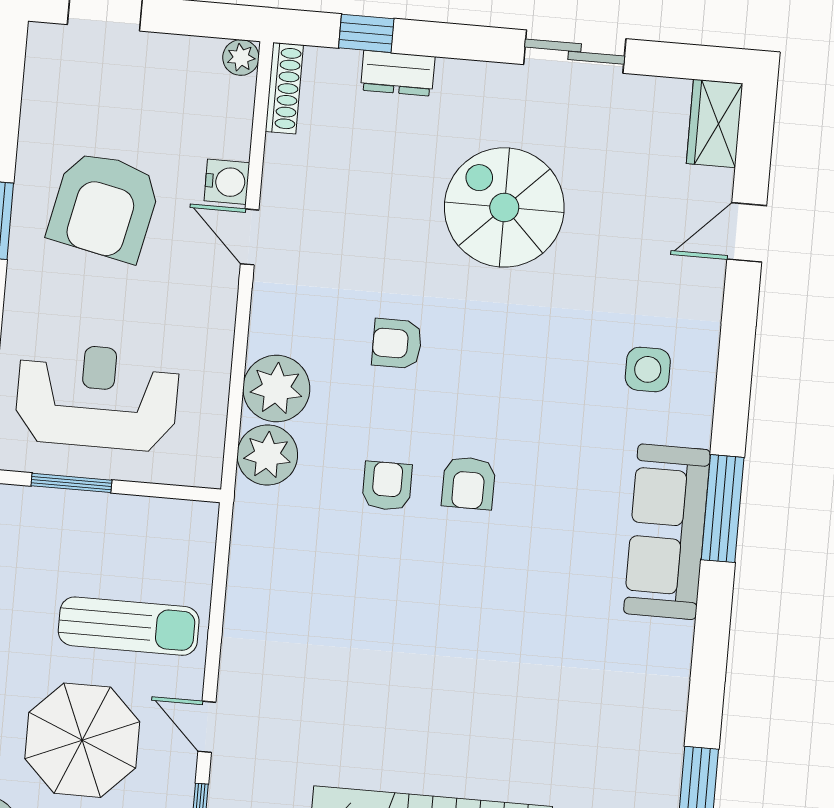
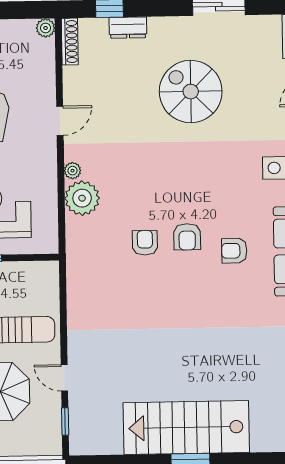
water cooler: (227, 182) -> (45, 93), removed
door: (250, 237) -> (60, 121), swing flipped
armchair: (397, 344) -> (234, 251), moved
plant: (267, 455) -> (73, 171), moved, width x0.53, depth x0.53

